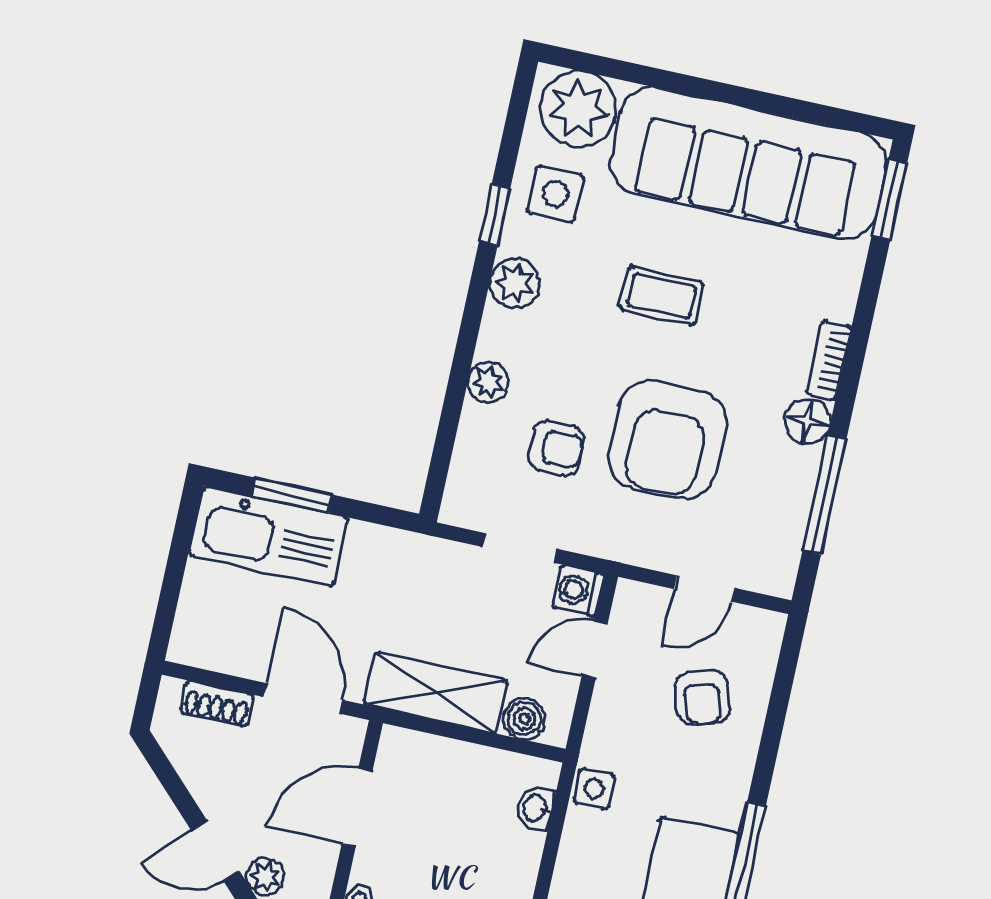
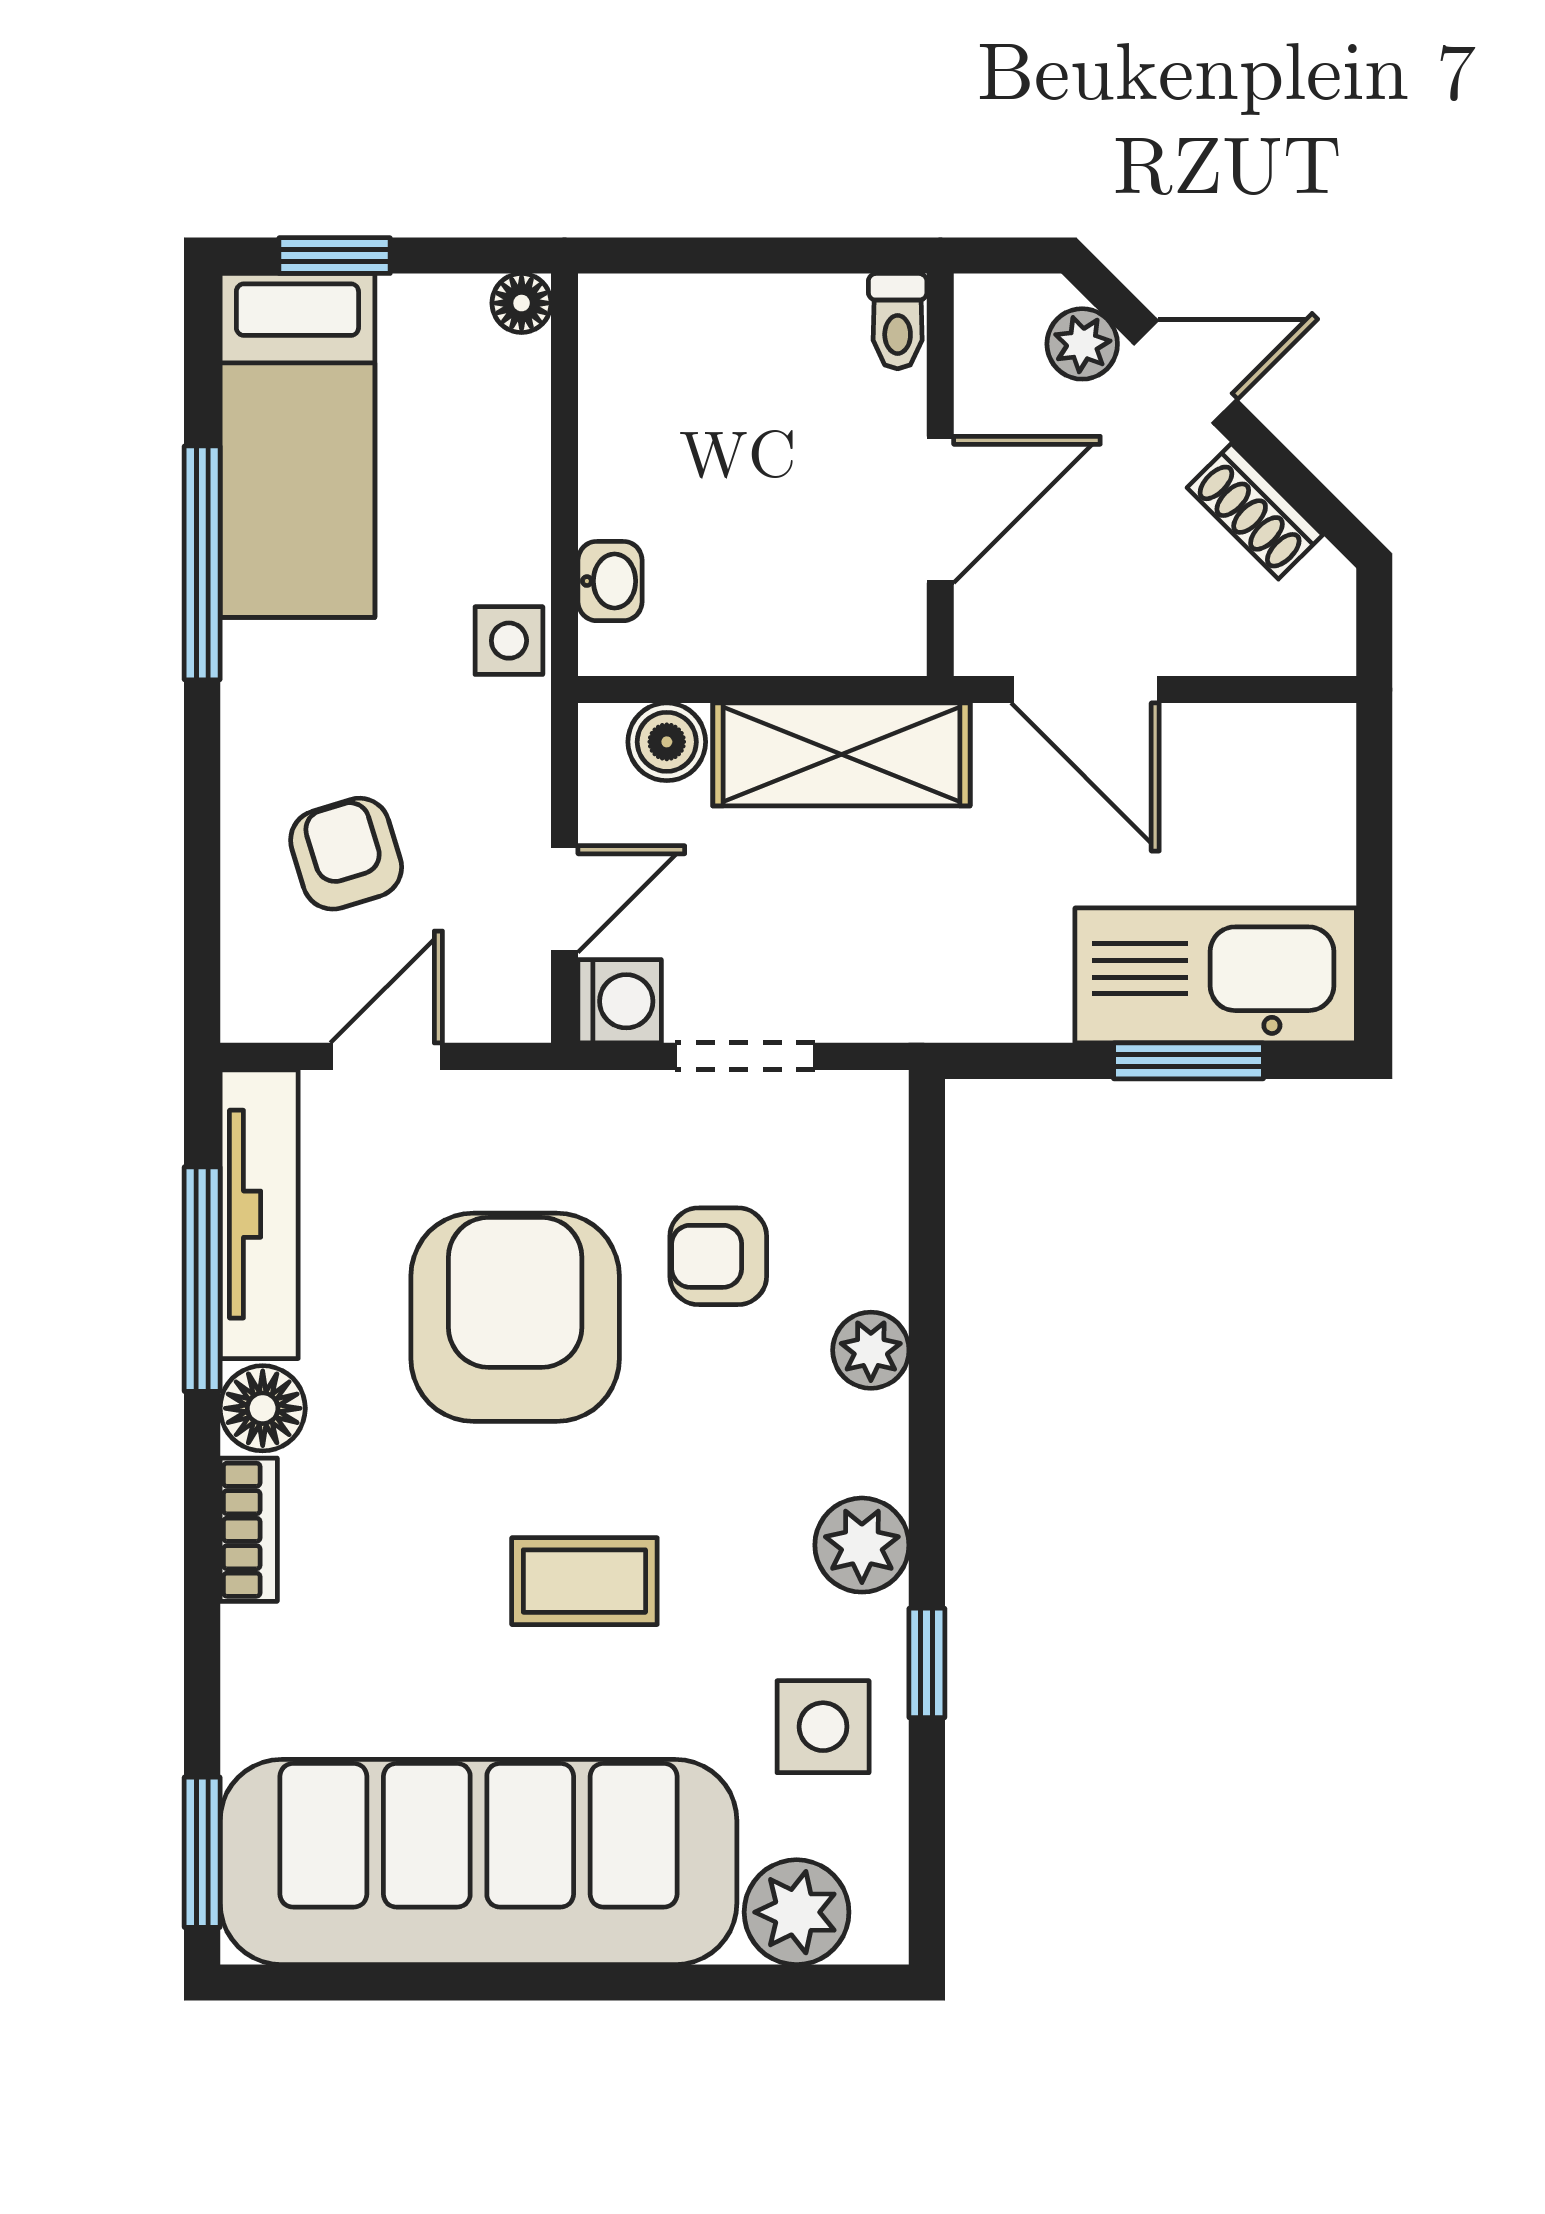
plant: (578, 109) -> (797, 1912), width x0.73, depth x0.73
tv unit: (788, 522) -> (259, 1214), added
shoe rack: (217, 704) -> (1255, 511), moved, turned -135

